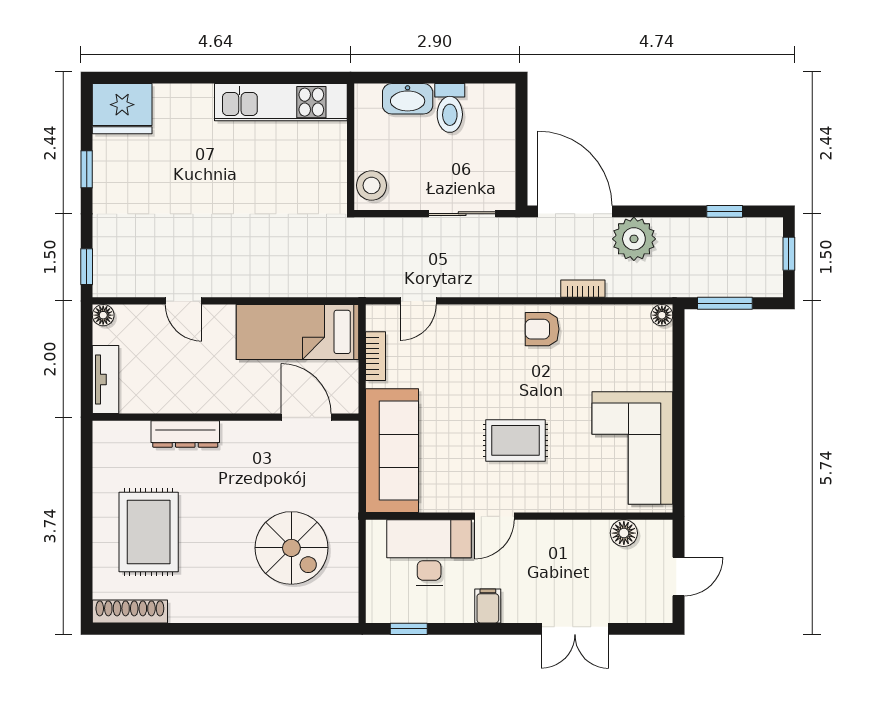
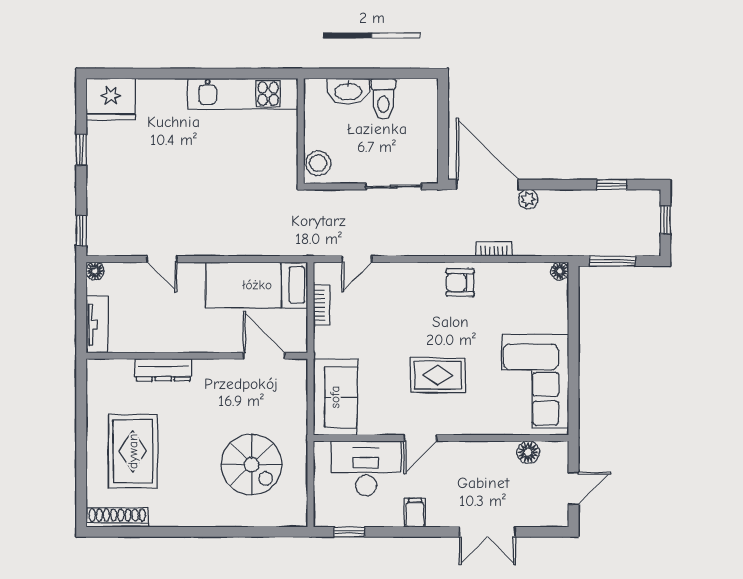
plant: (634, 239) -> (528, 199), width x0.53, depth x0.53
sofa: (392, 451) -> (335, 397), width x0.73

